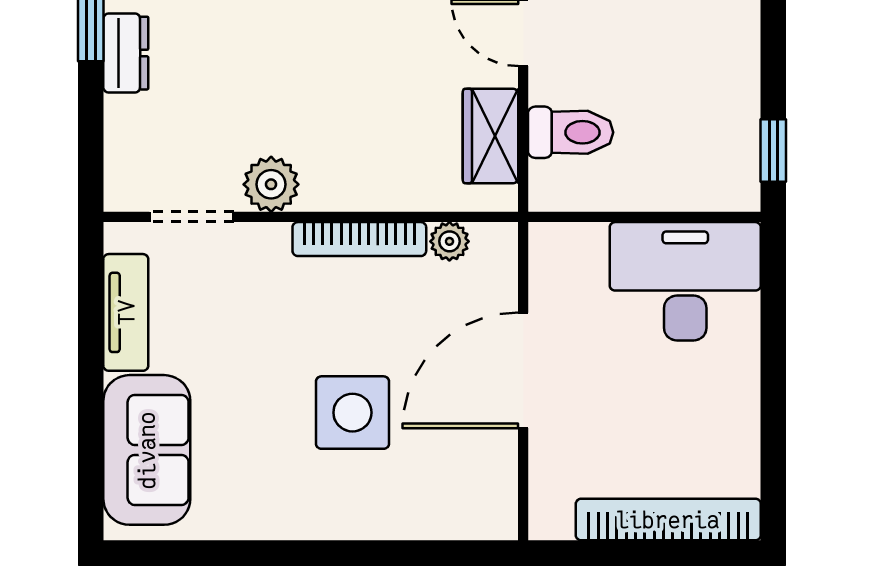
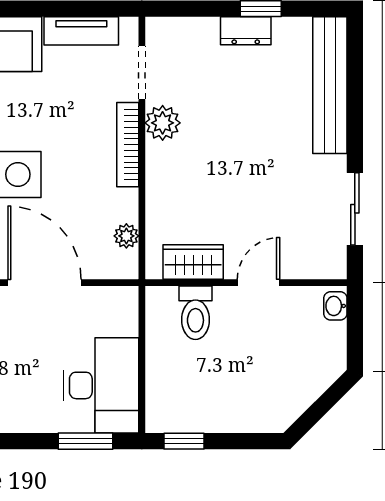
bookcase: (359, 239) -> (128, 145), moved
window: (773, 306) -> (86, 441), added

